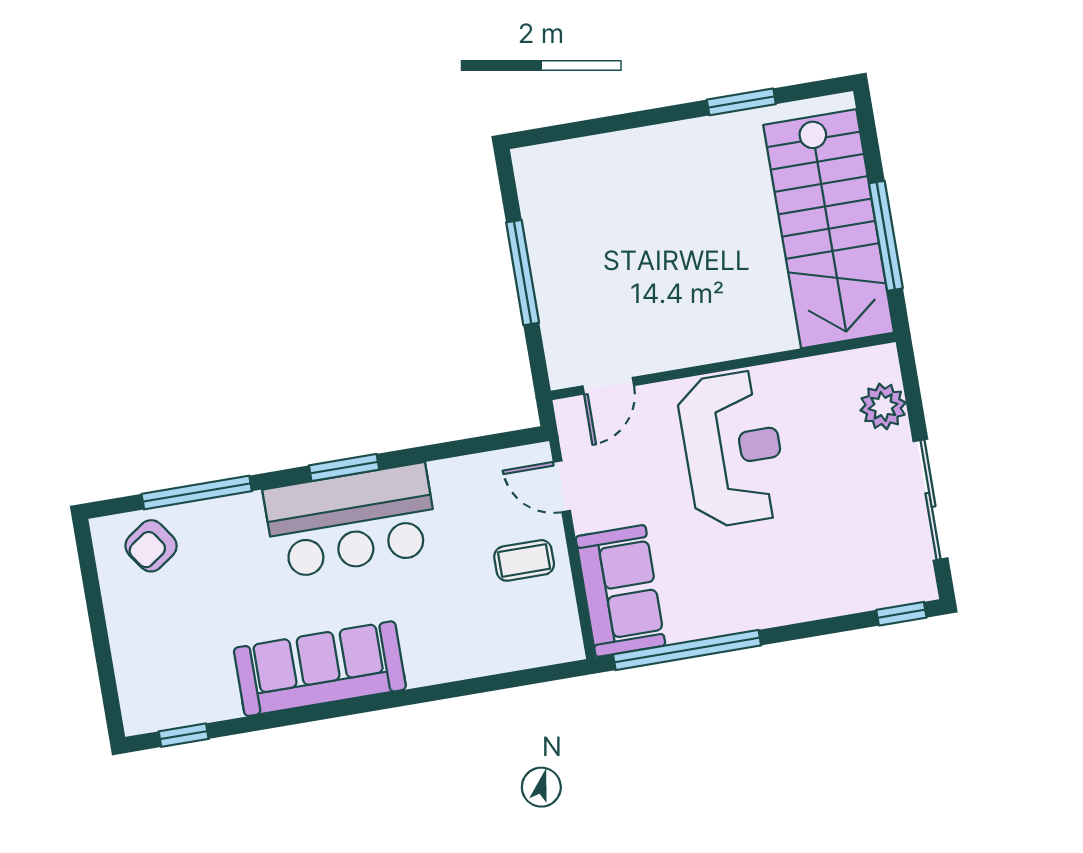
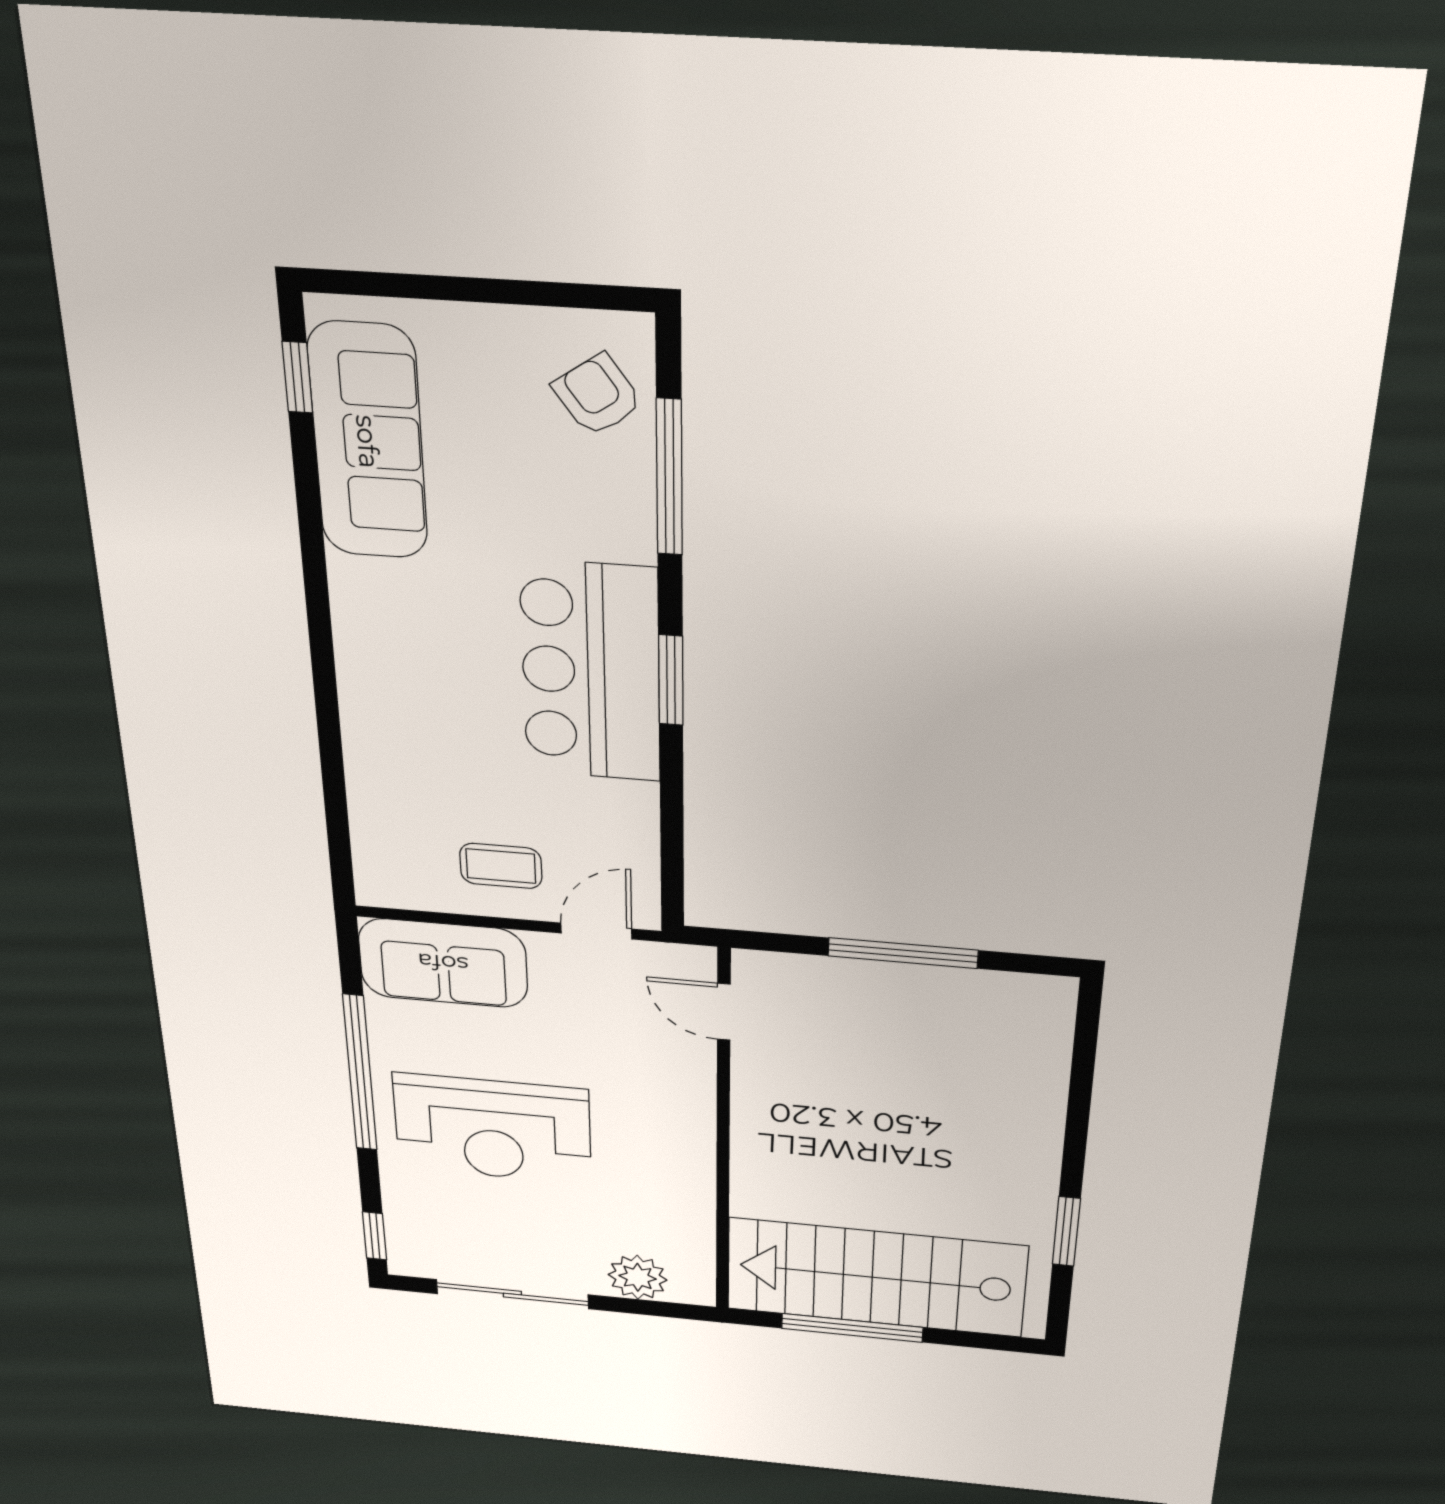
reception desk: (733, 449) -> (492, 1129), moved
coffee table: (524, 560) -> (501, 866), turned 90
window: (687, 650) -> (360, 1073), moved
sofa: (320, 669) -> (368, 442), moved

